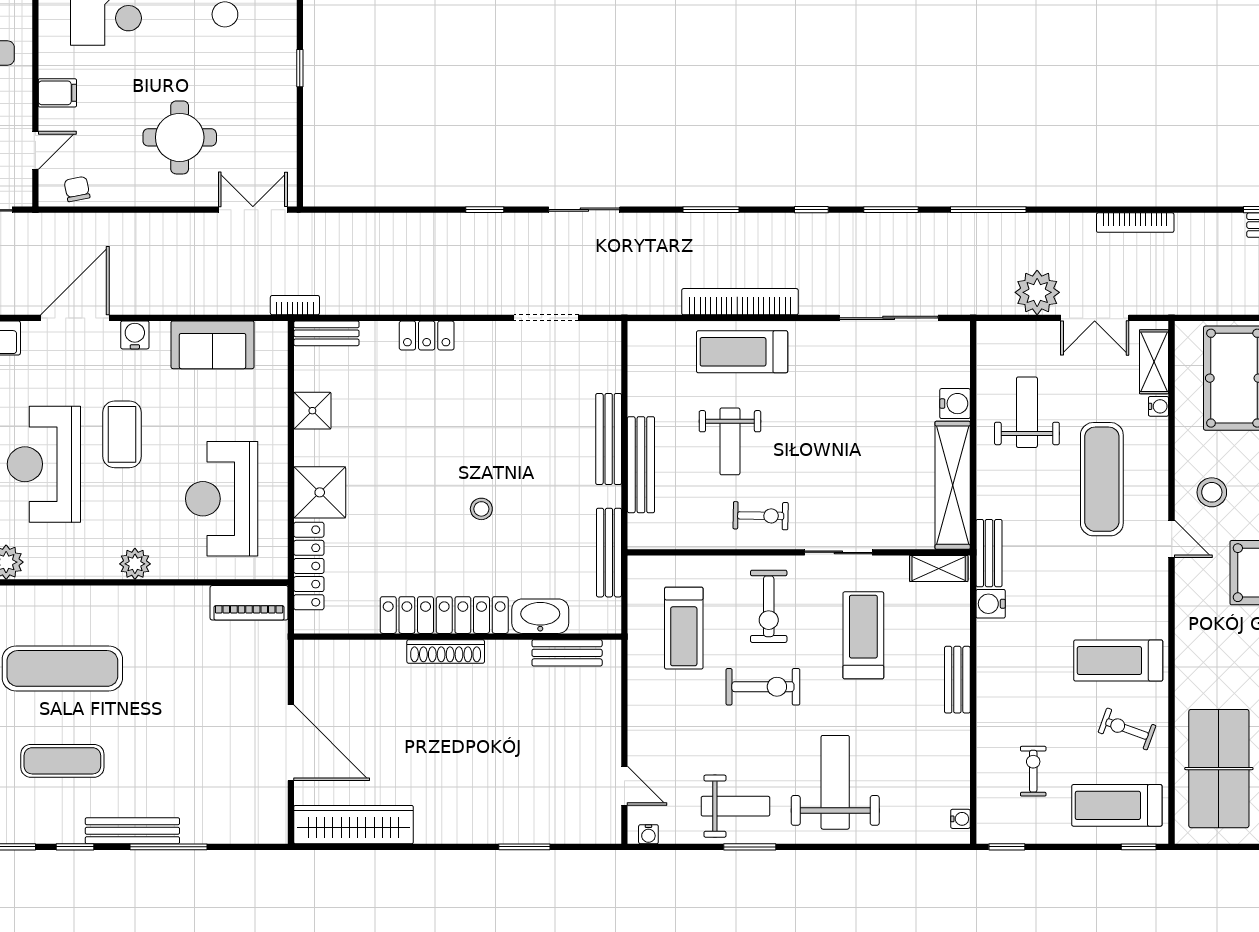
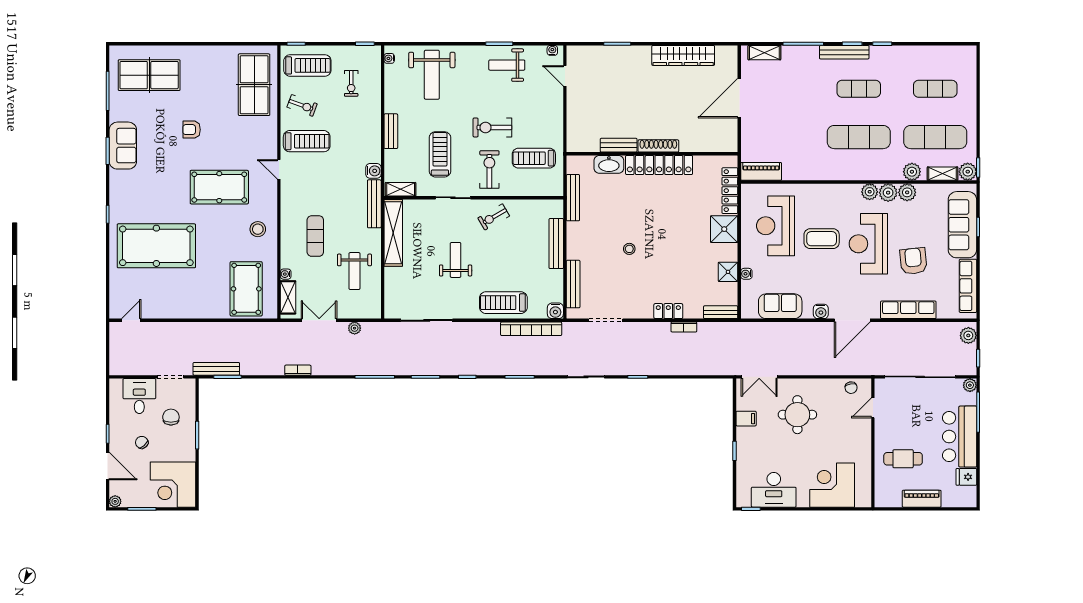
filing cabinet: (57, 93) -> (746, 419), moved, turned 180
bookcase: (1135, 223) -> (298, 370), width x0.64
plant: (1037, 292) -> (355, 328), width x0.53, depth x0.53
bookcase: (740, 302) -> (531, 329), moved
bookcase: (295, 305) -> (684, 327), moved
treadmill: (742, 352) -> (503, 303), turned 180
water cooler: (955, 404) -> (555, 311), moved, turned -90
water cooler: (277, 407) -> (746, 274), added
coffee table: (122, 434) -> (822, 239), moved, turned 90
bench: (609, 439) -> (573, 284), moved
weight bench: (730, 441) -> (456, 260), moved
reception desk: (44, 464) -> (868, 244), turned 180
exercise mat: (1102, 479) -> (315, 236), width x0.73, depth x0.69
reception desk: (222, 499) -> (775, 226), turned 180
stool: (481, 509) -> (629, 249), moved
exercise bike: (761, 516) -> (494, 217), turned -31
door: (1172, 539) -> (279, 169), moved
bench: (989, 553) -> (374, 204), width x1.36
plant: (135, 564) -> (870, 192), moved
treadmill: (684, 628) -> (534, 158), turned -90
treadmill: (863, 635) -> (440, 154), turned 180
bench: (567, 653) -> (619, 145), moved
door: (291, 743) -> (739, 98), hinge flipped
weight bench: (835, 782) -> (432, 75), moved
wardrobe: (353, 825) -> (683, 55), moved
shelving: (243, 830) -> (764, 53), added
bench: (132, 831) -> (844, 52), moved

